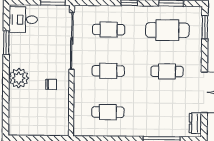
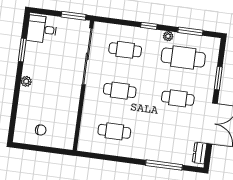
plant: (150, 11) -> (168, 36), added
window: (205, 27) -> (218, 78), moved
plant: (19, 78) -> (26, 81), width x0.53, depth x0.53
chair: (51, 84) -> (41, 130), moved

